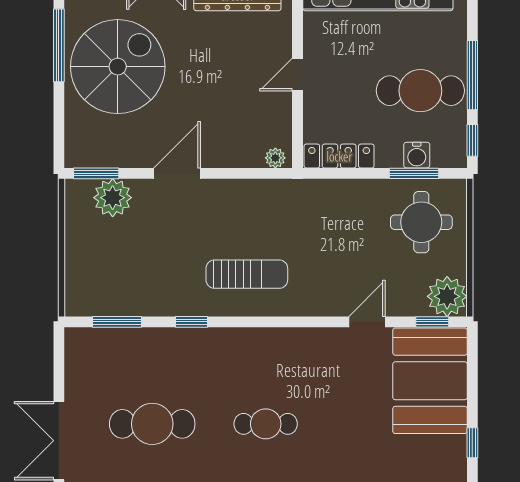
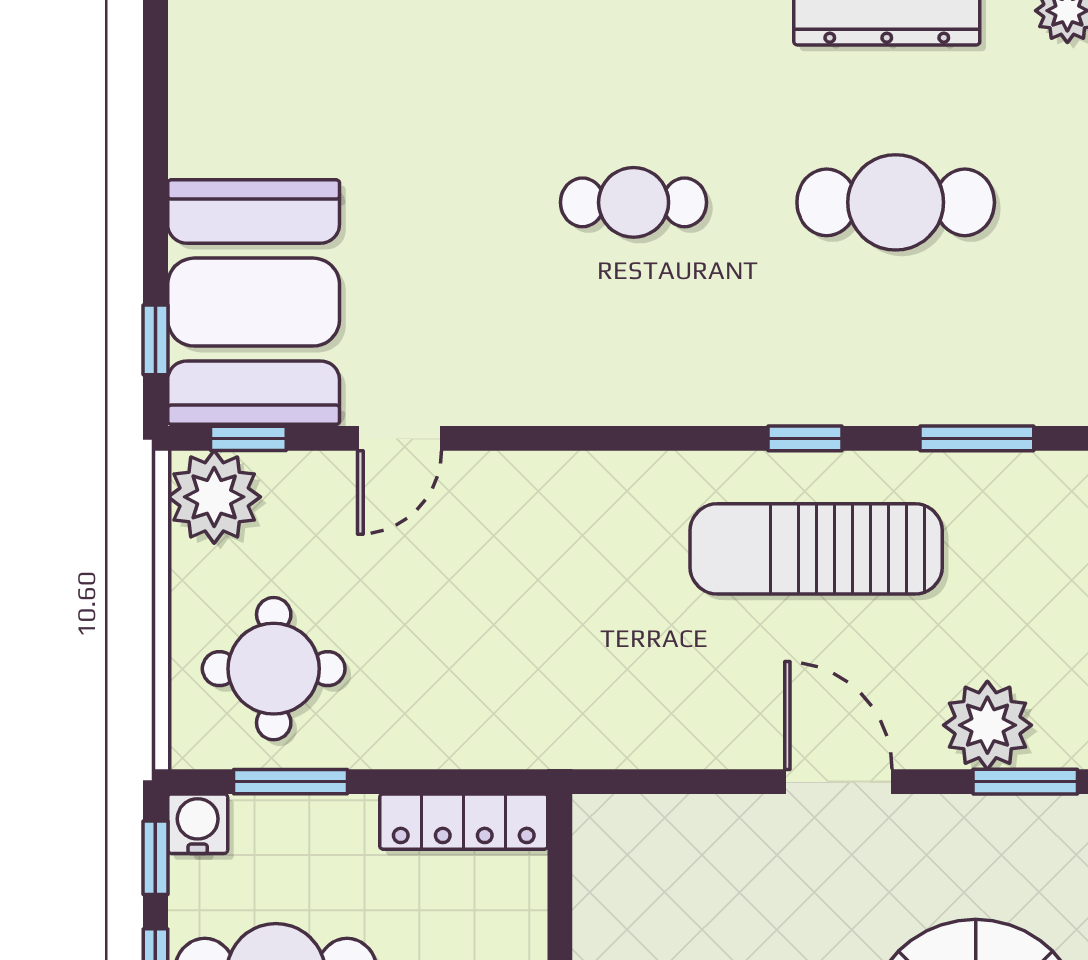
water cooler: (417, 155) -> (198, 824), moved
plant: (275, 158) -> (611, 817), removed
door: (177, 173) -> (838, 782), swing flipped
sun lounger: (247, 274) -> (816, 549), moved, width x1.36, depth x1.34
window: (472, 443) -> (155, 340), moved

